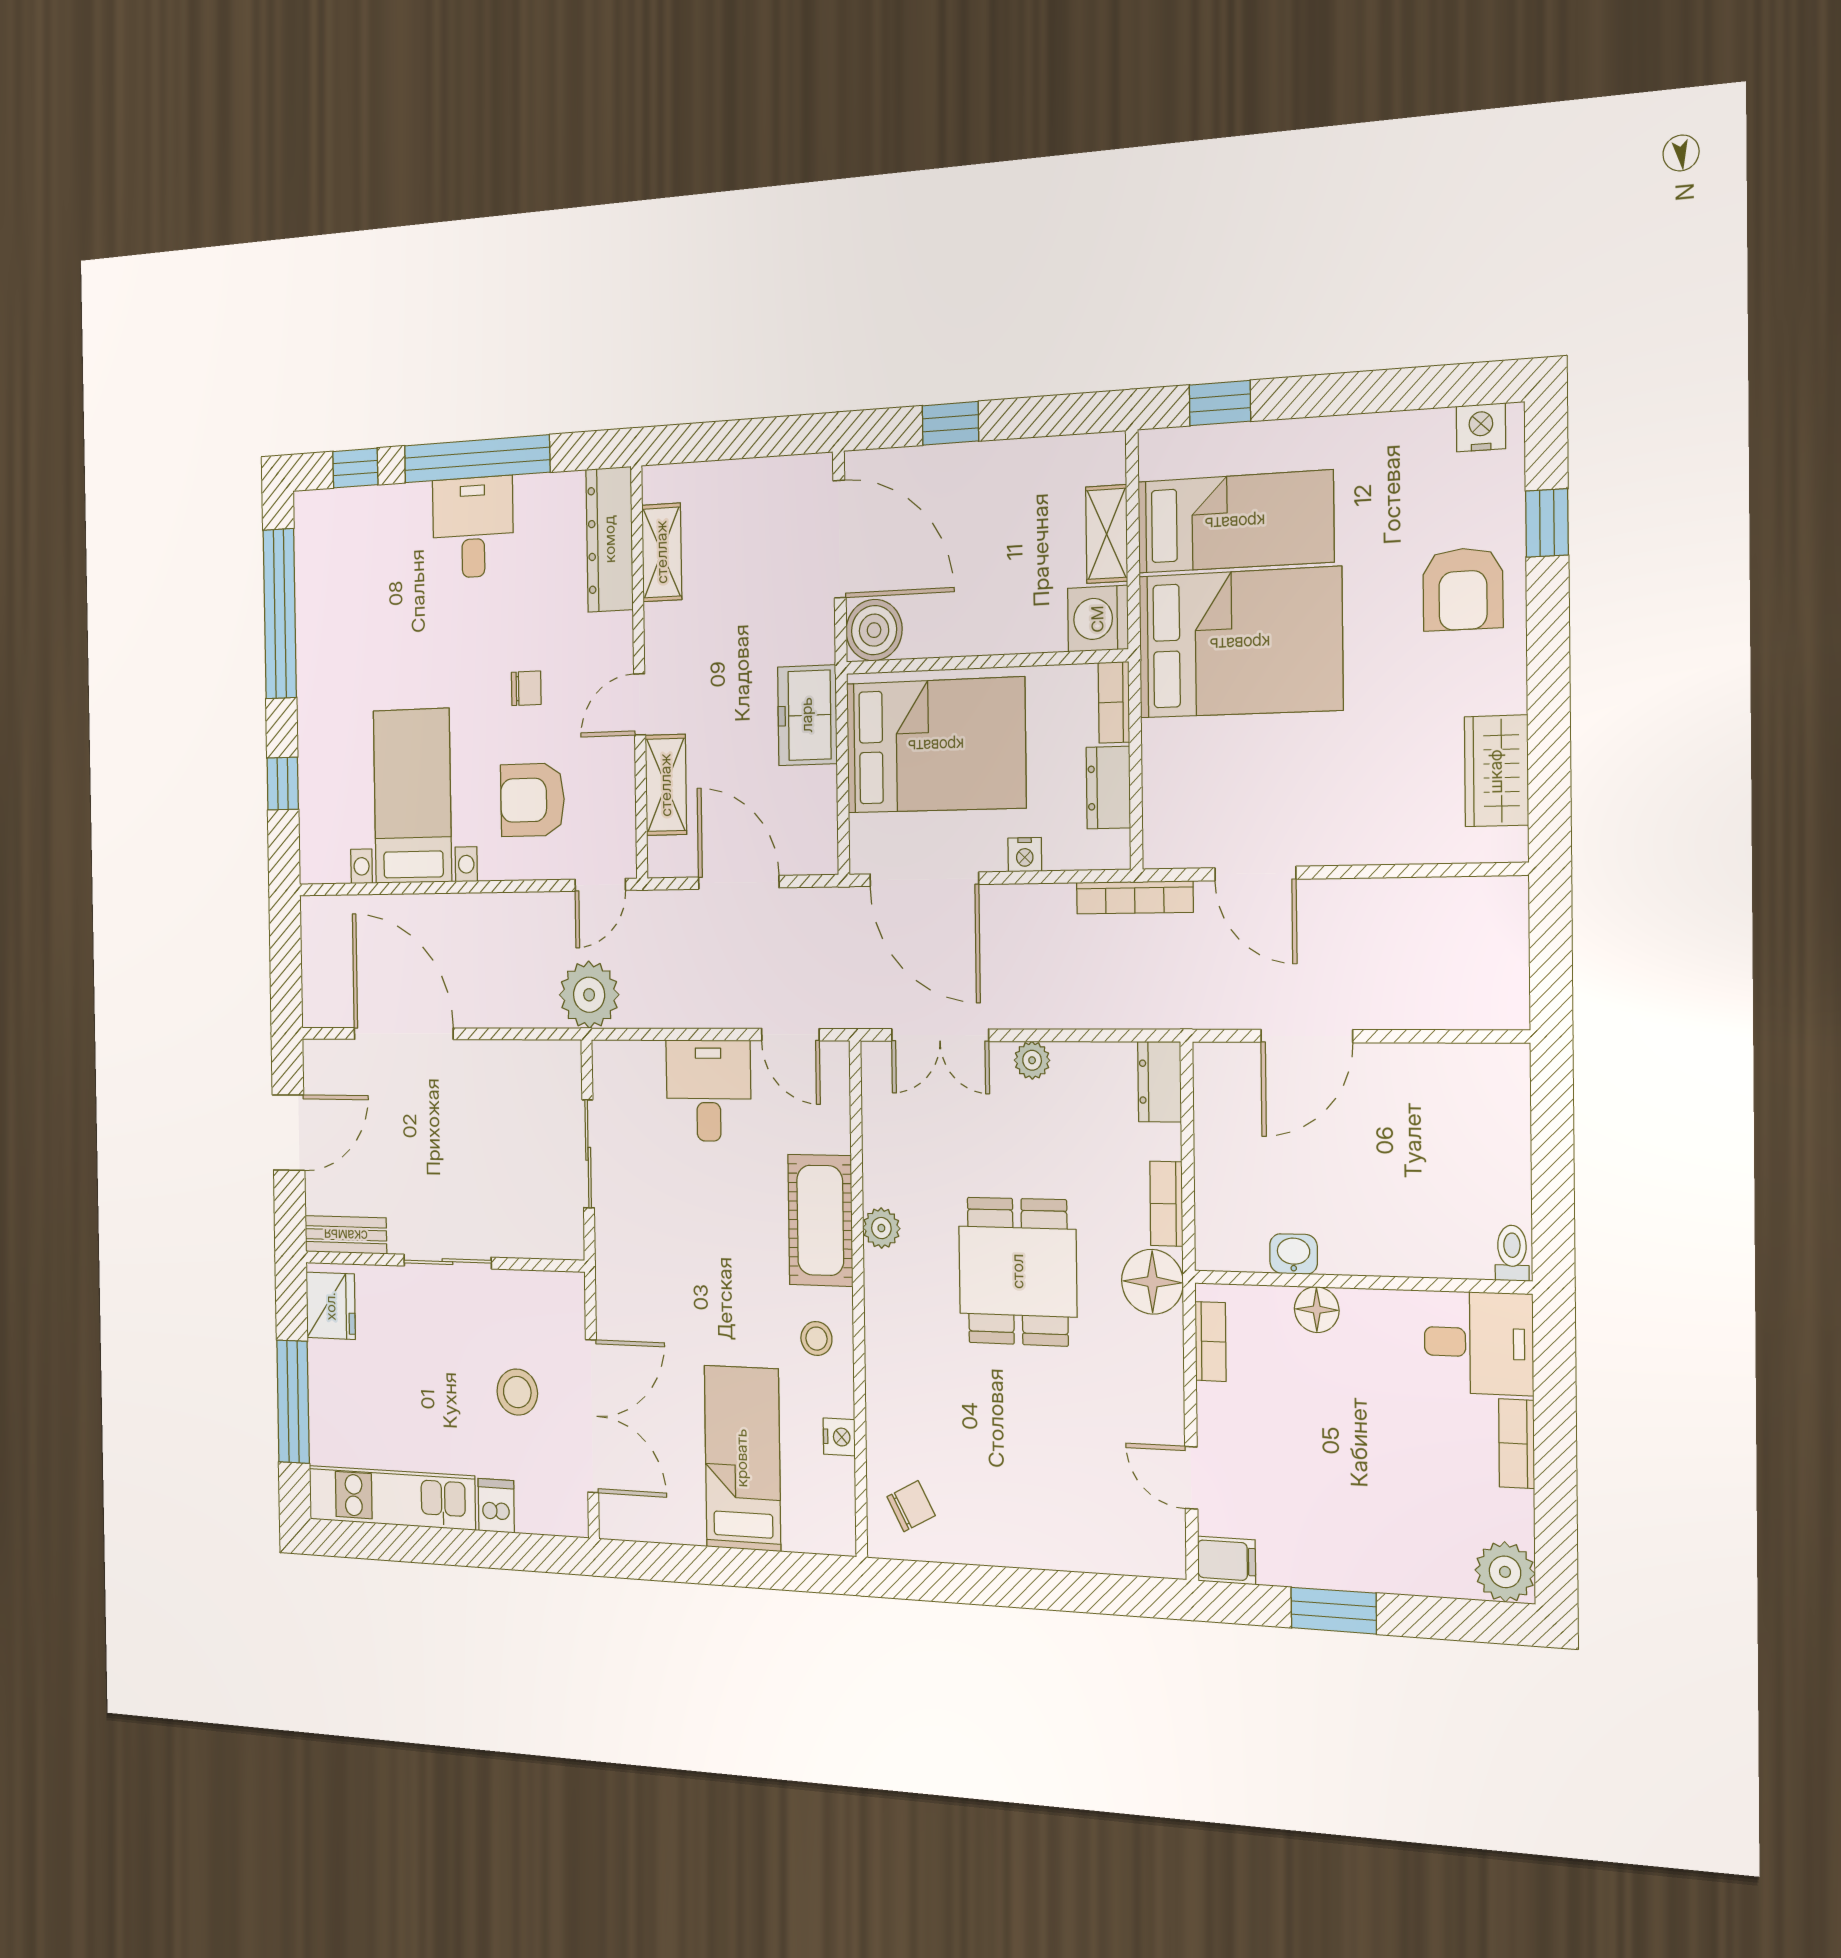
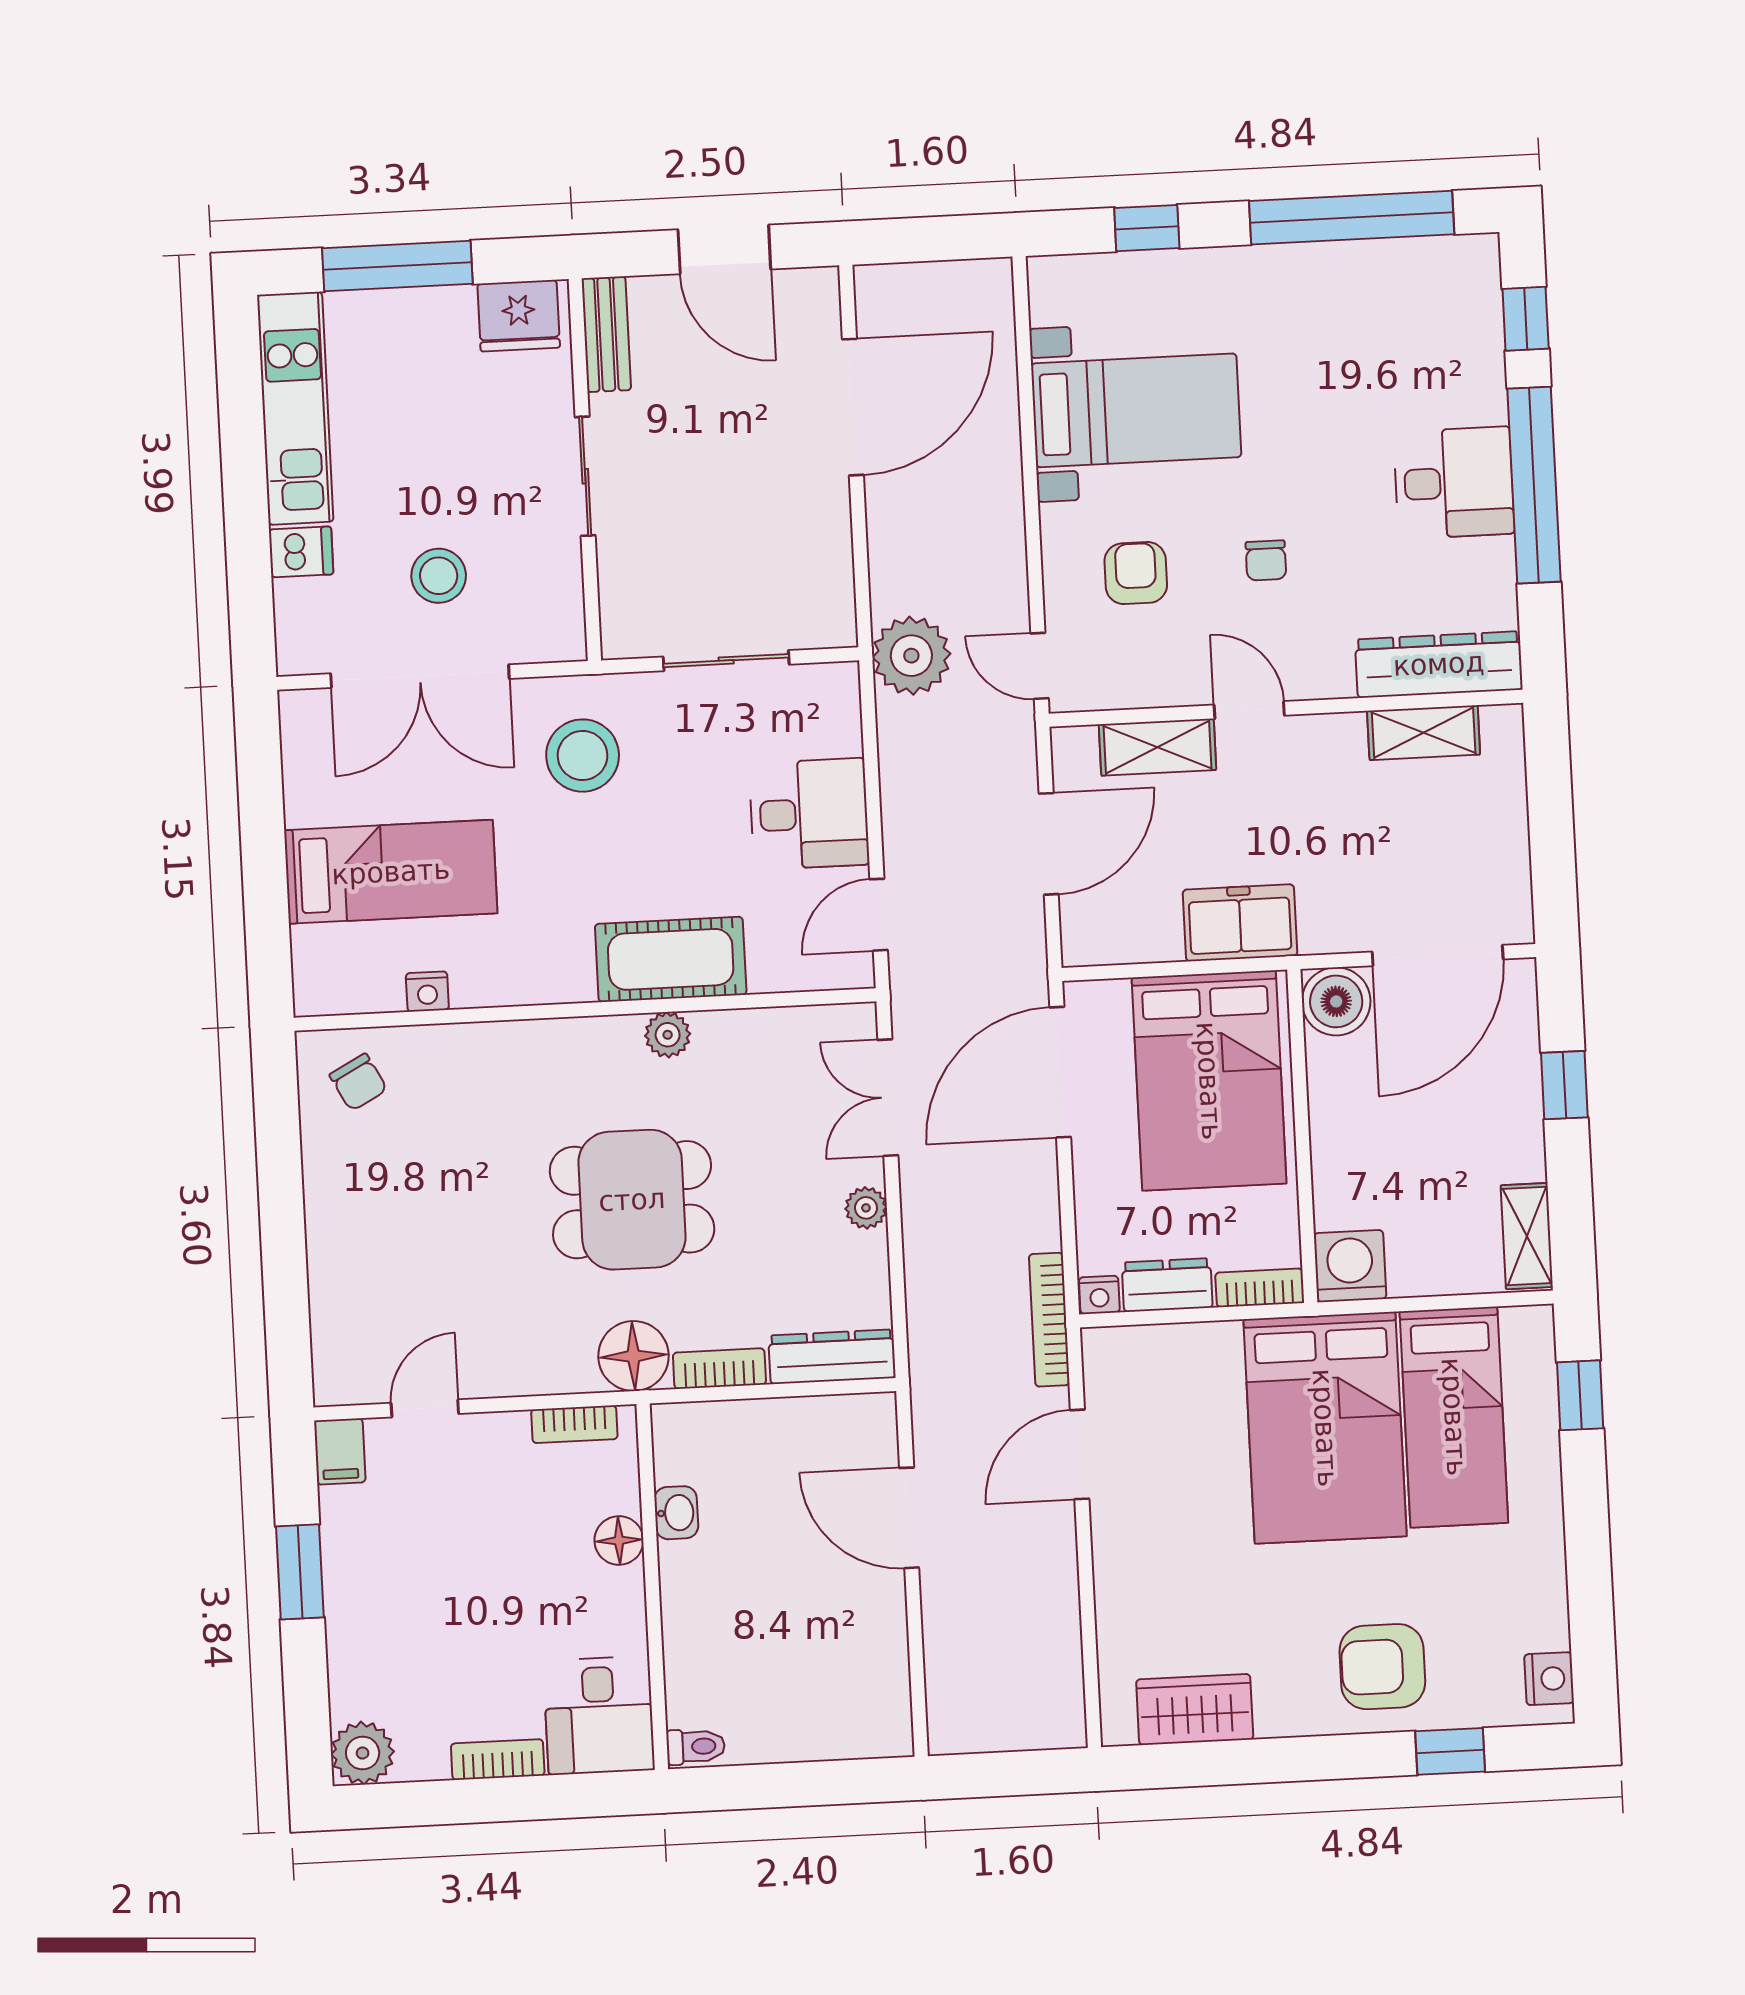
shelving: (1107, 534) -> (1527, 1236), moved, turned 90
armchair: (532, 800) -> (1136, 573), width x0.72, depth x0.72
nightstand: (1025, 855) -> (1099, 1295), moved, turned -90
dresser: (1160, 1082) -> (832, 1357), width x1.44
stool: (816, 1339) -> (583, 756), moved, width x1.89, depth x1.89

